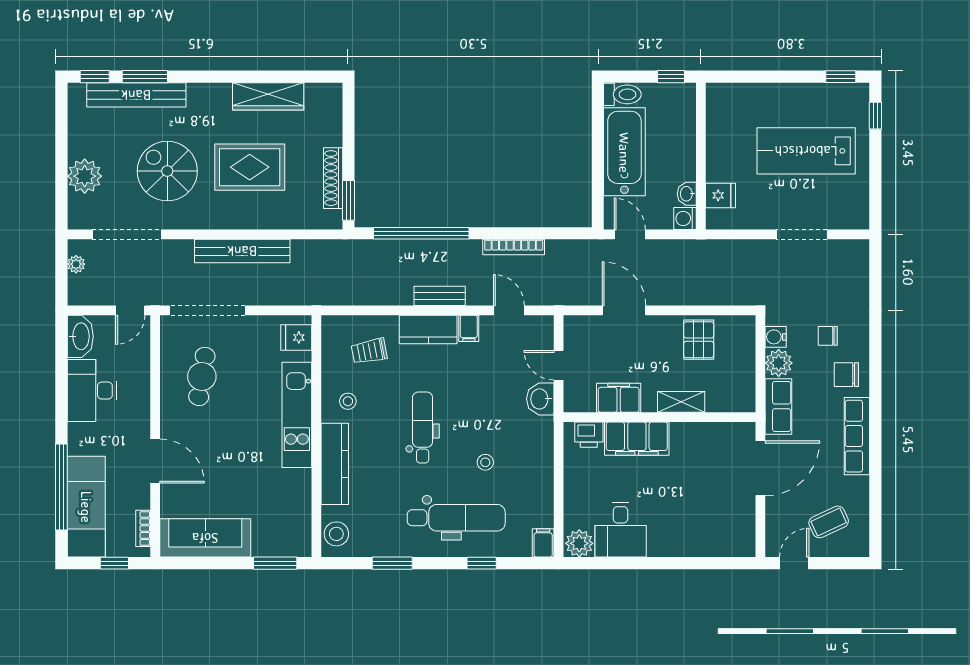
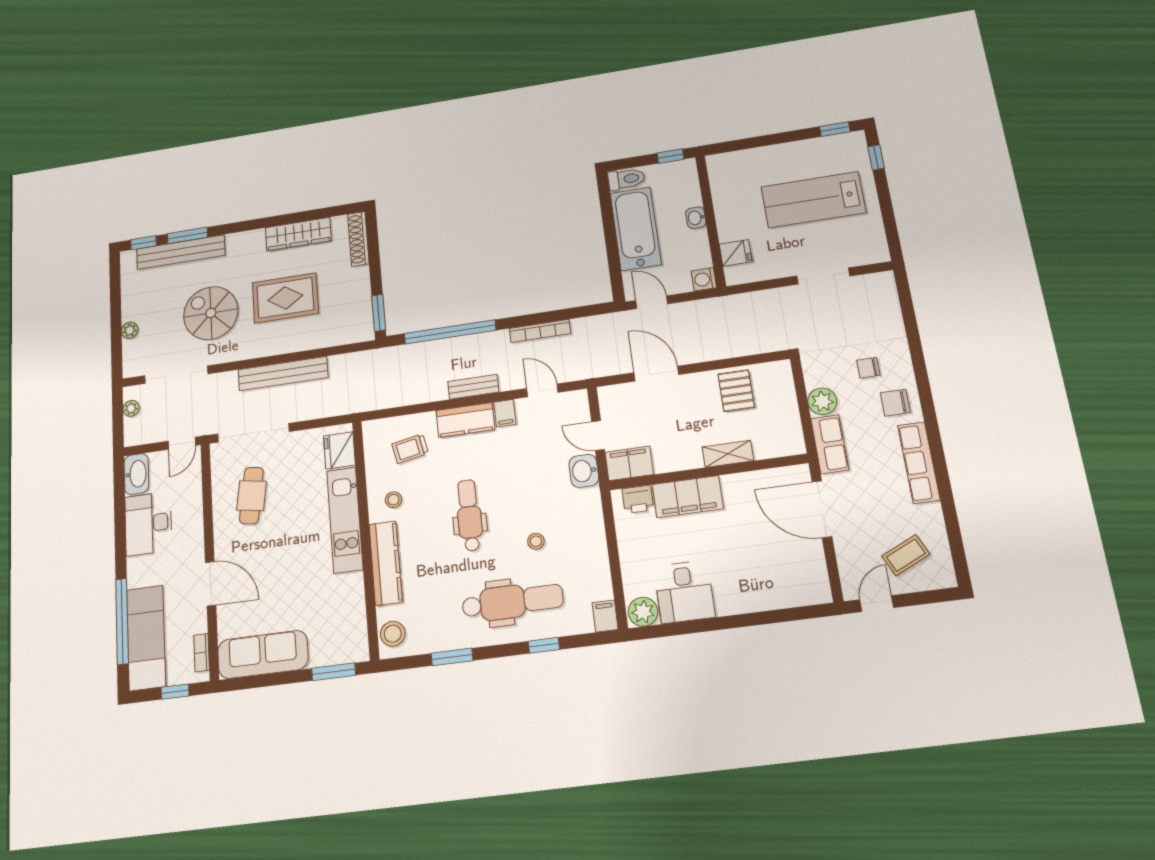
plant: (85, 176) -> (130, 330), width x0.53, depth x0.53
shoe rack: (333, 178) -> (358, 239), moved
washbasin: (687, 194) -> (696, 218), moved
fridge: (296, 337) -> (339, 450), width x1.38
water cooler: (776, 337) -> (814, 377), removed
filing cabinet: (619, 398) -> (629, 463), moved
door: (760, 468) -> (822, 509), swing flipped

